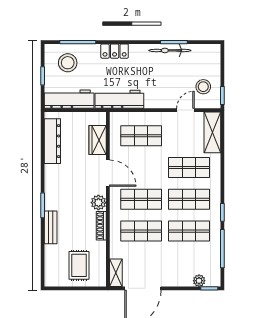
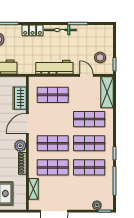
bicycle: (170, 50) -> (60, 30), moved
workbench: (119, 99) -> (54, 67), moved
door: (185, 110) -> (86, 75), hinge flipped
door: (108, 173) -> (27, 123), swing flipped
shelving: (116, 273) -> (33, 189), moved

